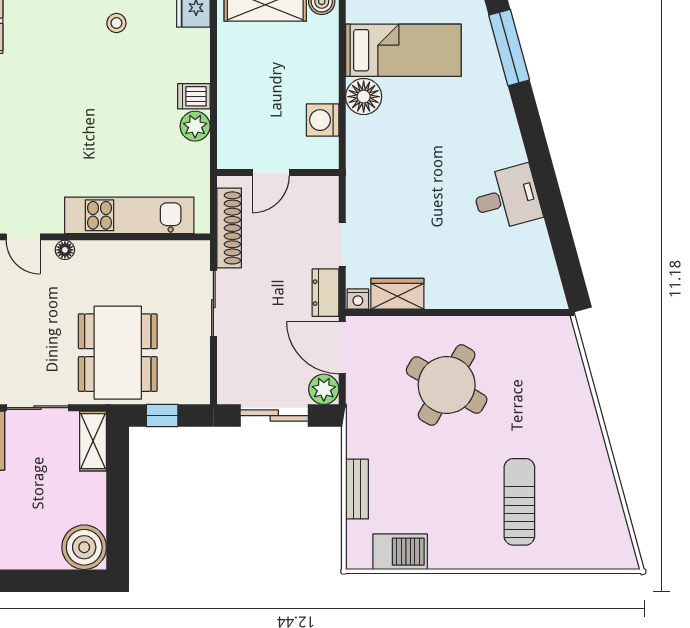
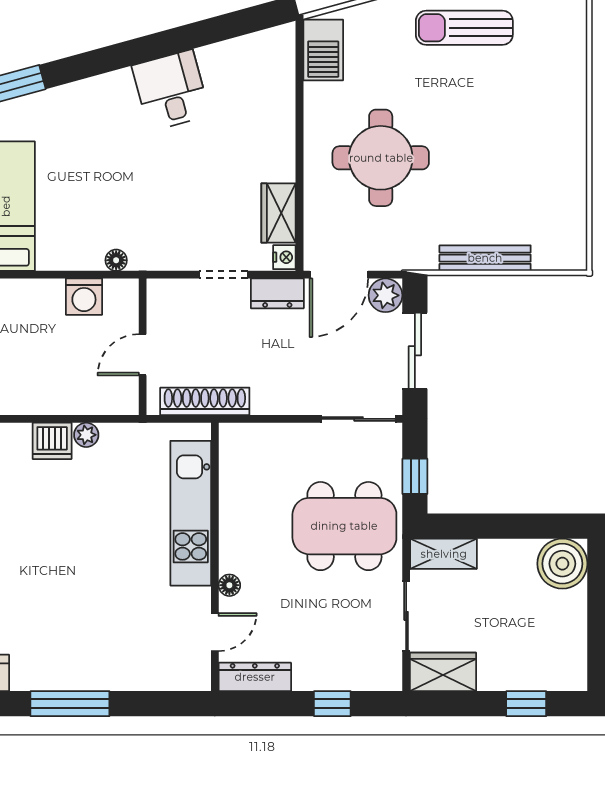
dishwasher: (194, 96) -> (52, 441), width x1.38
floor lamp: (364, 97) -> (116, 260), moved, width x0.53, depth x0.53
plant: (195, 126) -> (86, 435), width x0.73, depth x0.73
door: (271, 172) -> (143, 355), swing flipped
sliding door: (213, 304) -> (358, 419), moved
round table: (447, 385) -> (381, 158), turned -30
bench: (357, 489) -> (485, 258), width x1.36
sun lounger: (519, 502) -> (464, 28), moved
barbecue: (400, 552) -> (323, 50), moved, turned 180

